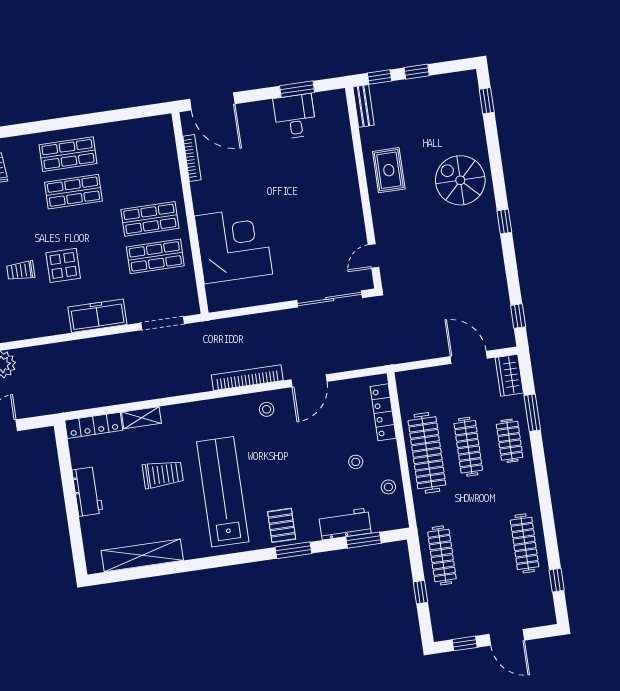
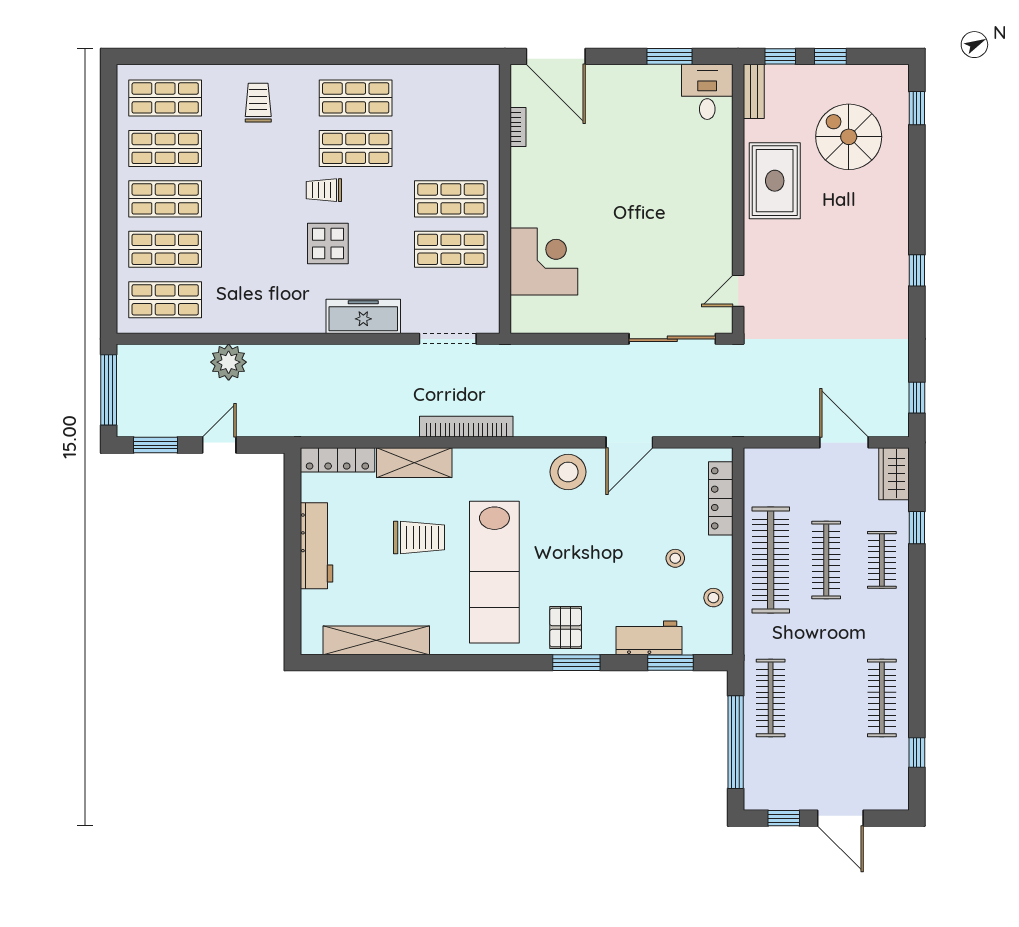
desk: (295, 116) -> (707, 92), moved
bookcase: (192, 158) -> (518, 127), width x0.64
rug: (389, 170) -> (775, 181), width x1.36, depth x1.43
spiral stairs: (460, 180) -> (849, 137), moved
corner desk: (234, 245) -> (544, 261), width x0.74, depth x0.74
trolley: (21, 271) -> (324, 190), moved
bookcase: (247, 378) -> (466, 427), moved
stool: (267, 409) -> (568, 472), width x1.89, depth x1.89
window: (532, 413) -> (917, 528), width x0.67
shelving: (141, 418) -> (414, 463), width x1.50, depth x1.33
workbench: (87, 492) -> (316, 546), width x1.37
lab bench: (223, 492) -> (494, 572), turned 180
window: (421, 592) -> (736, 742), width x3.17

